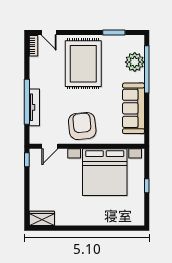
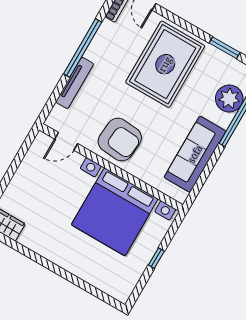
window: (27, 102) -> (83, 48), moved
armchair: (82, 126) -> (120, 139), turned 101
window: (27, 160) -> (28, 142), removed

